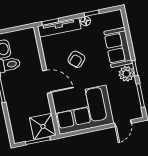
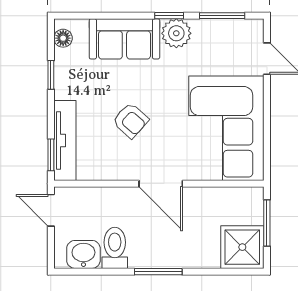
floor lamp: (85, 21) -> (63, 38), moved
door: (22, 28) -> (51, 210), added
door: (47, 82) -> (161, 184), swing flipped
shower: (43, 126) -> (242, 247), moved

